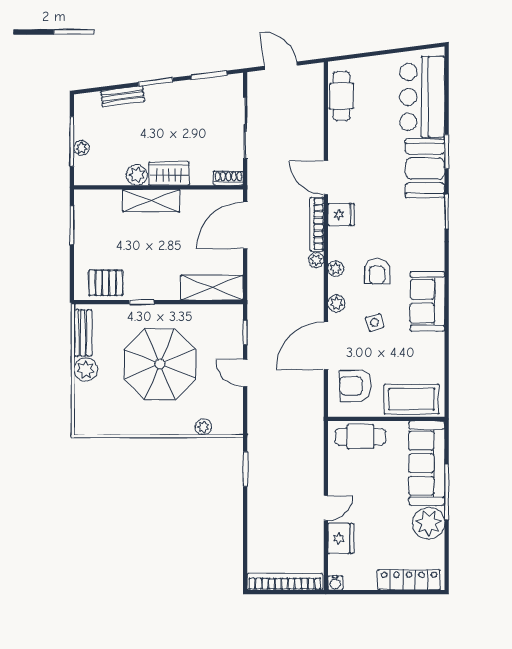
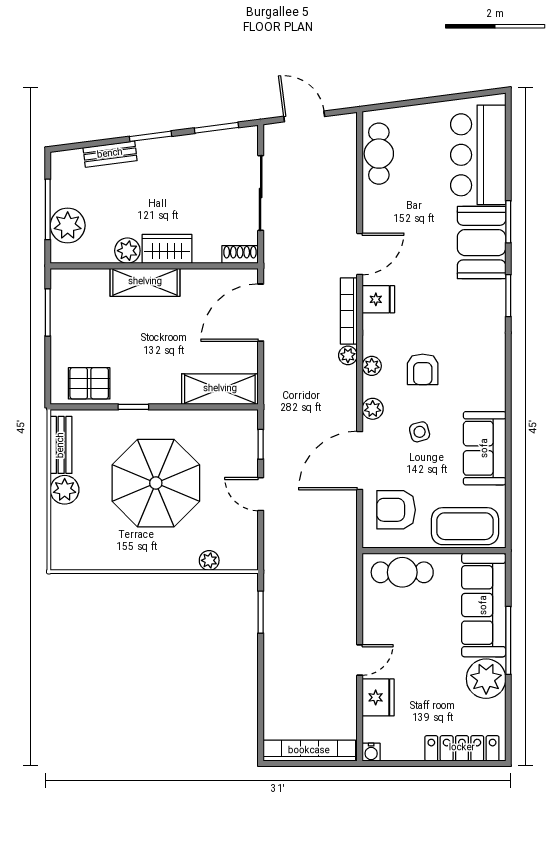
plant: (82, 148) -> (68, 225), width x1.87, depth x1.87
door: (326, 178) -> (360, 254), swing flipped
sofa: (427, 301) -> (485, 448), moved

